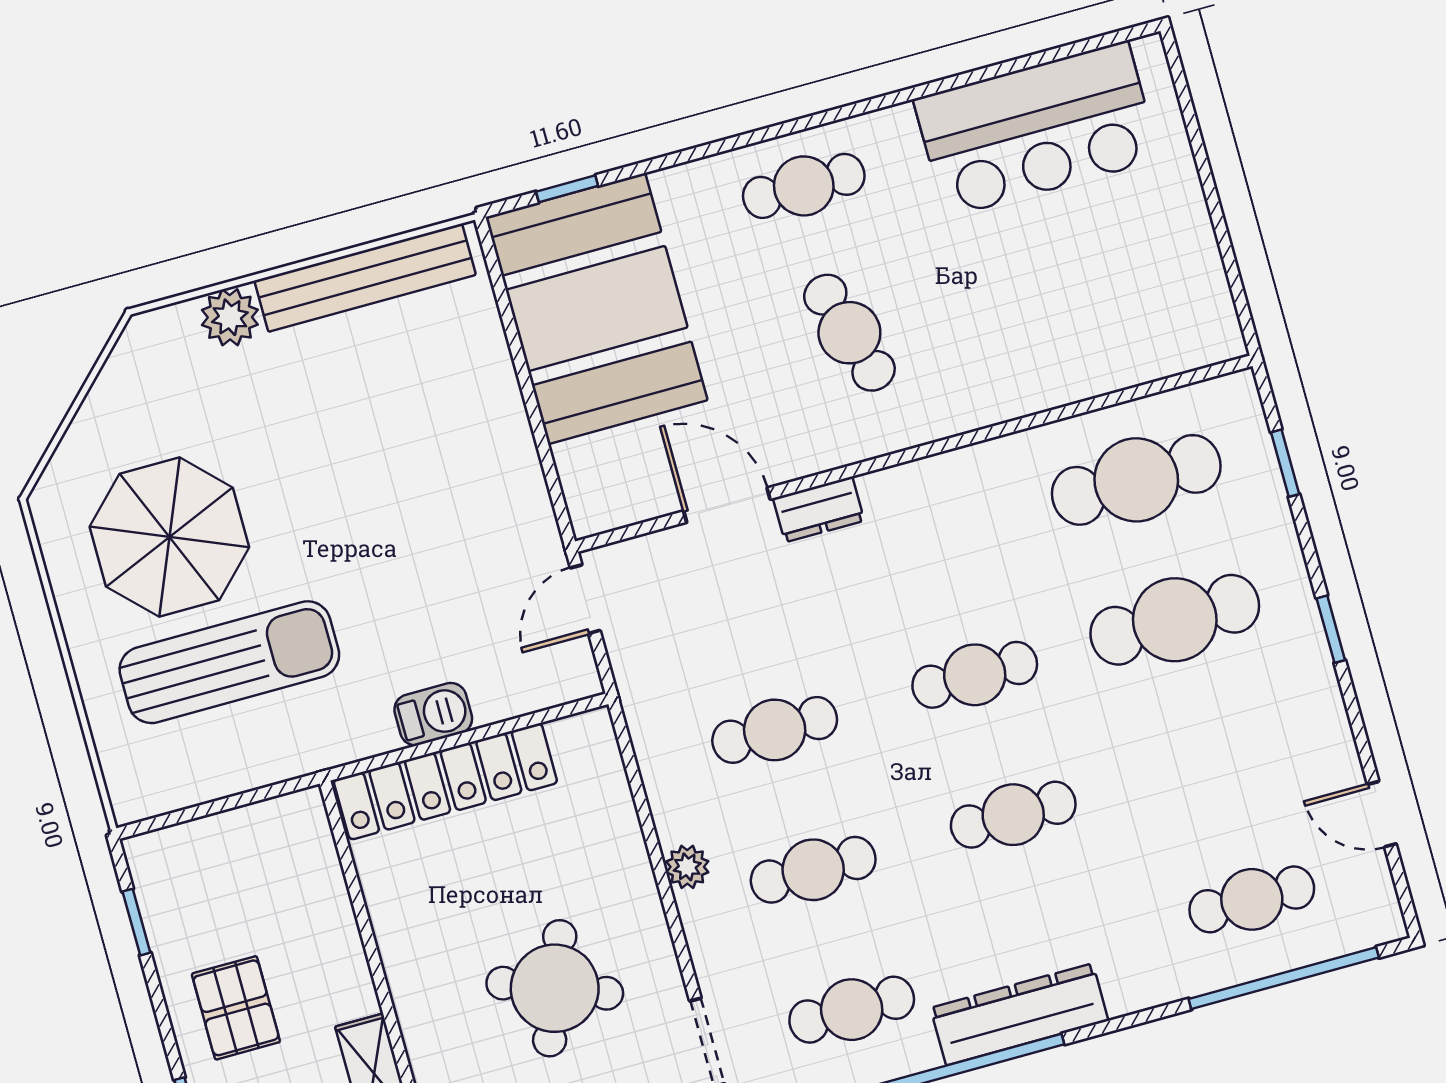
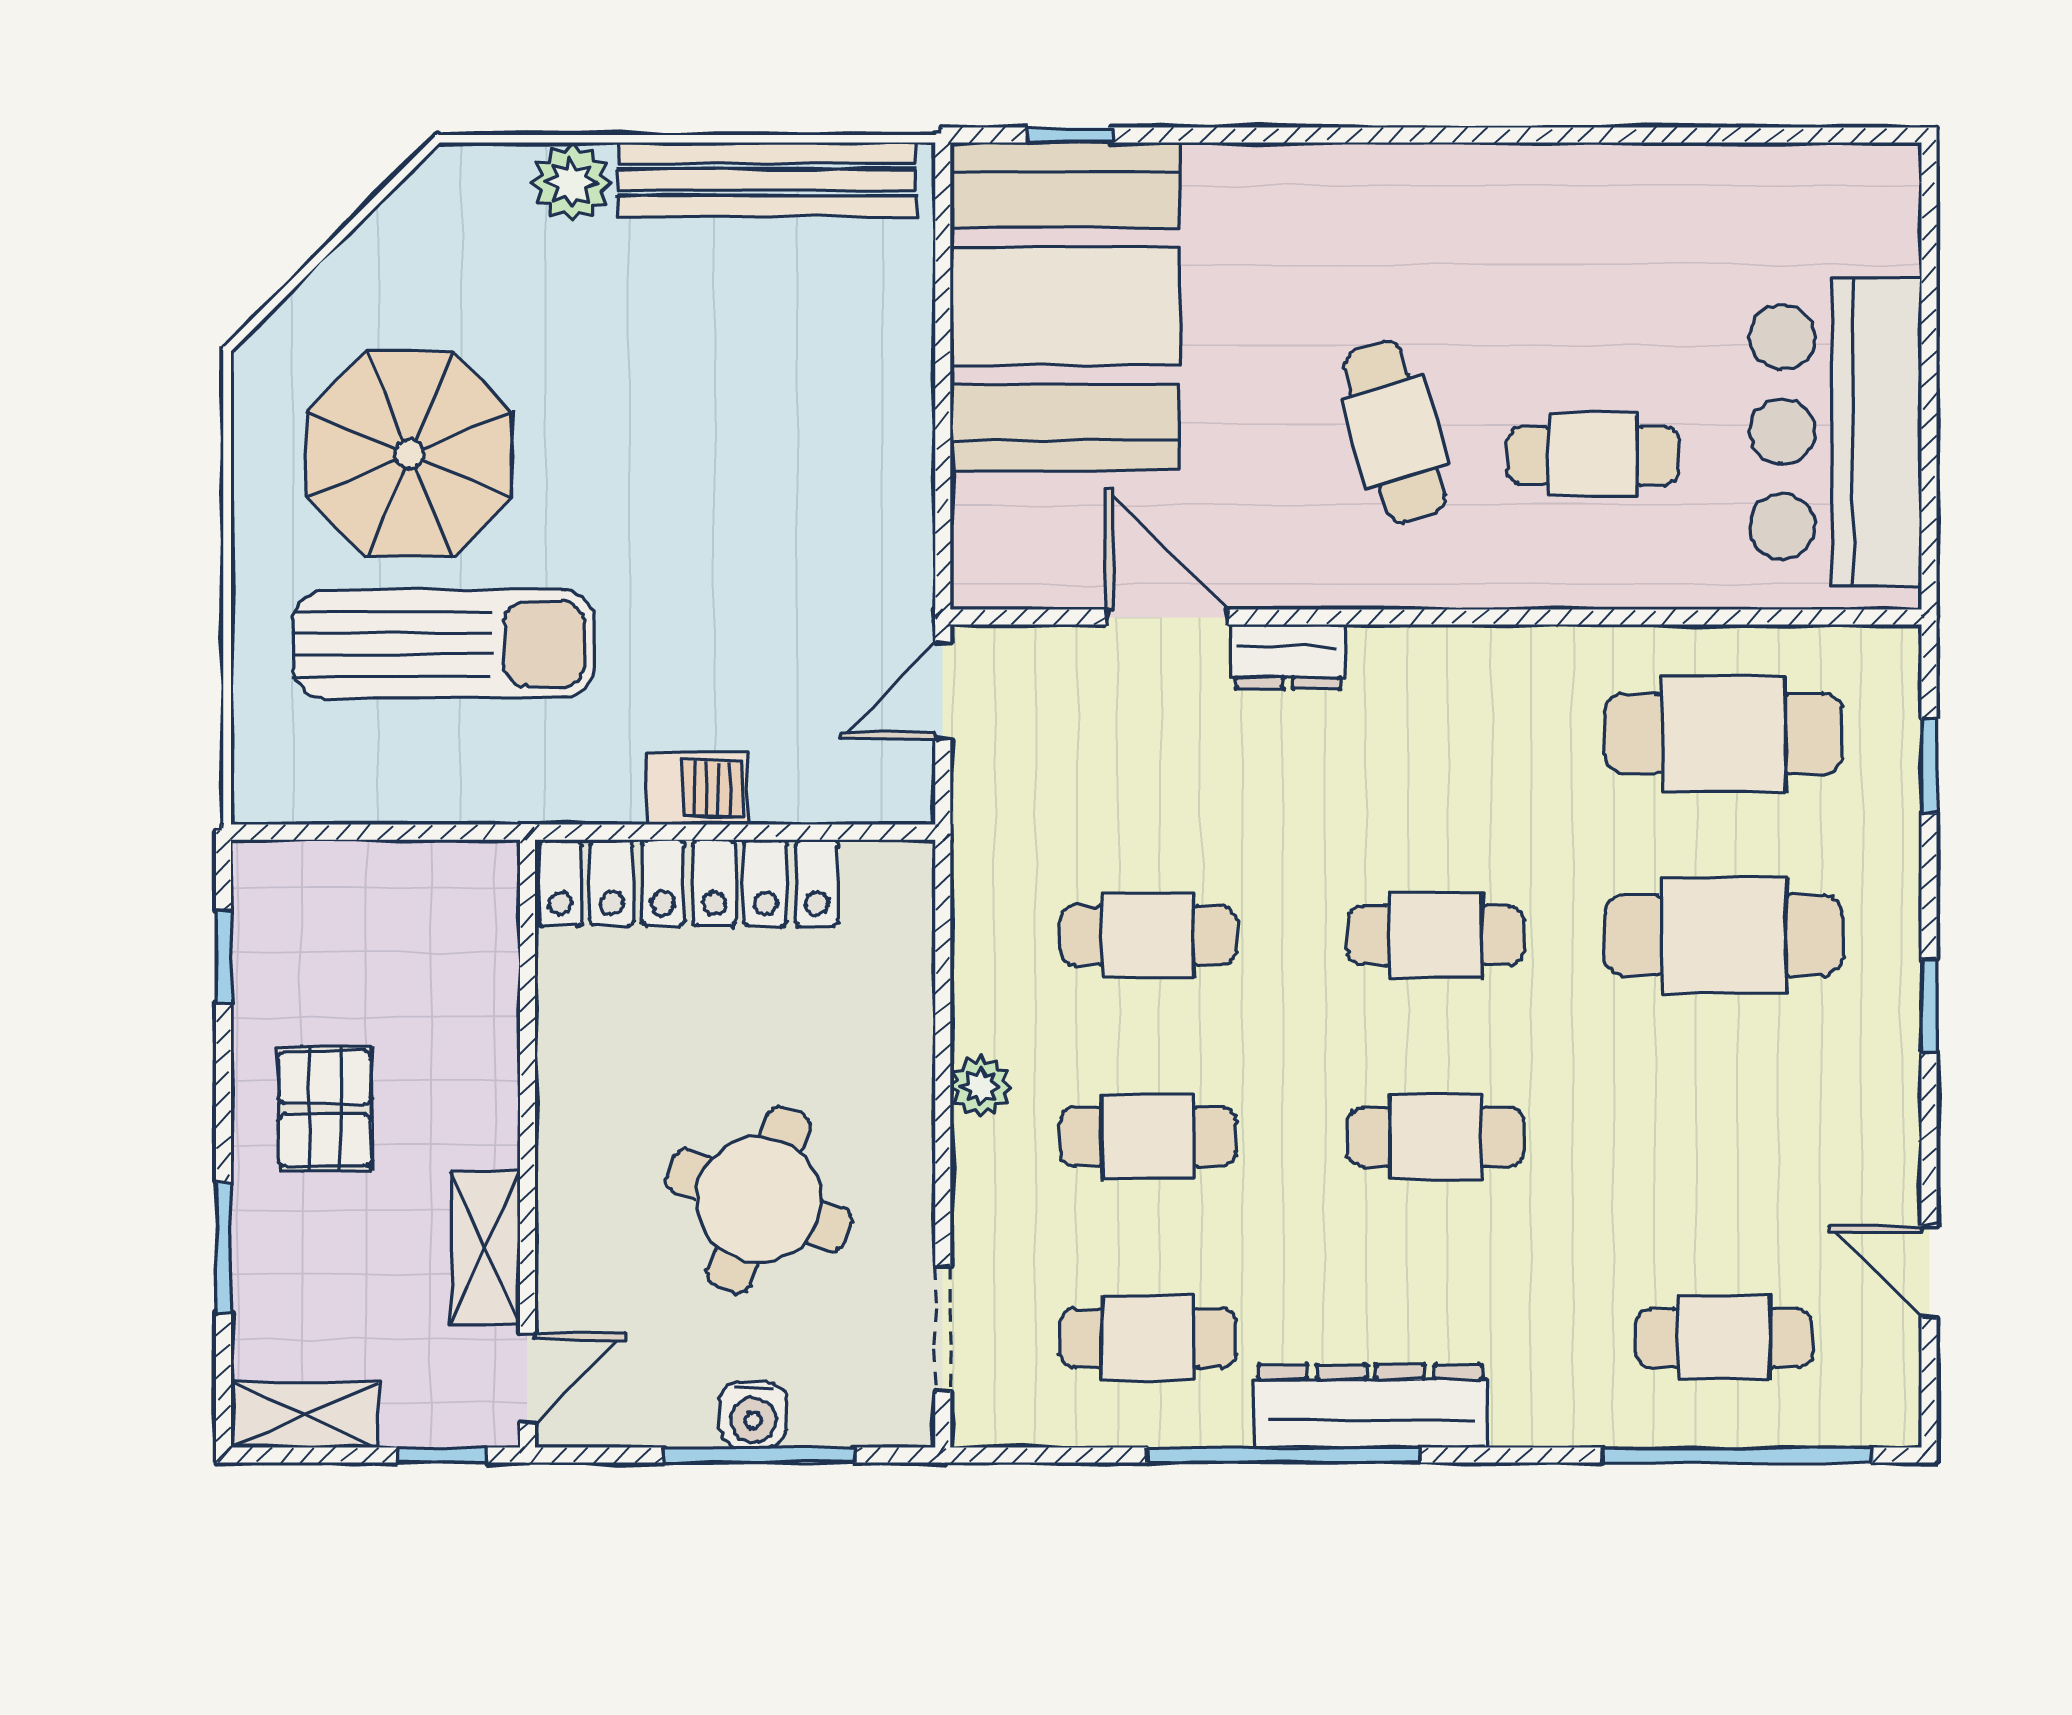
bar counter: (1037, 129) -> (1836, 432), moved, turned 90
cafe table: (804, 186) -> (1593, 455), moved

